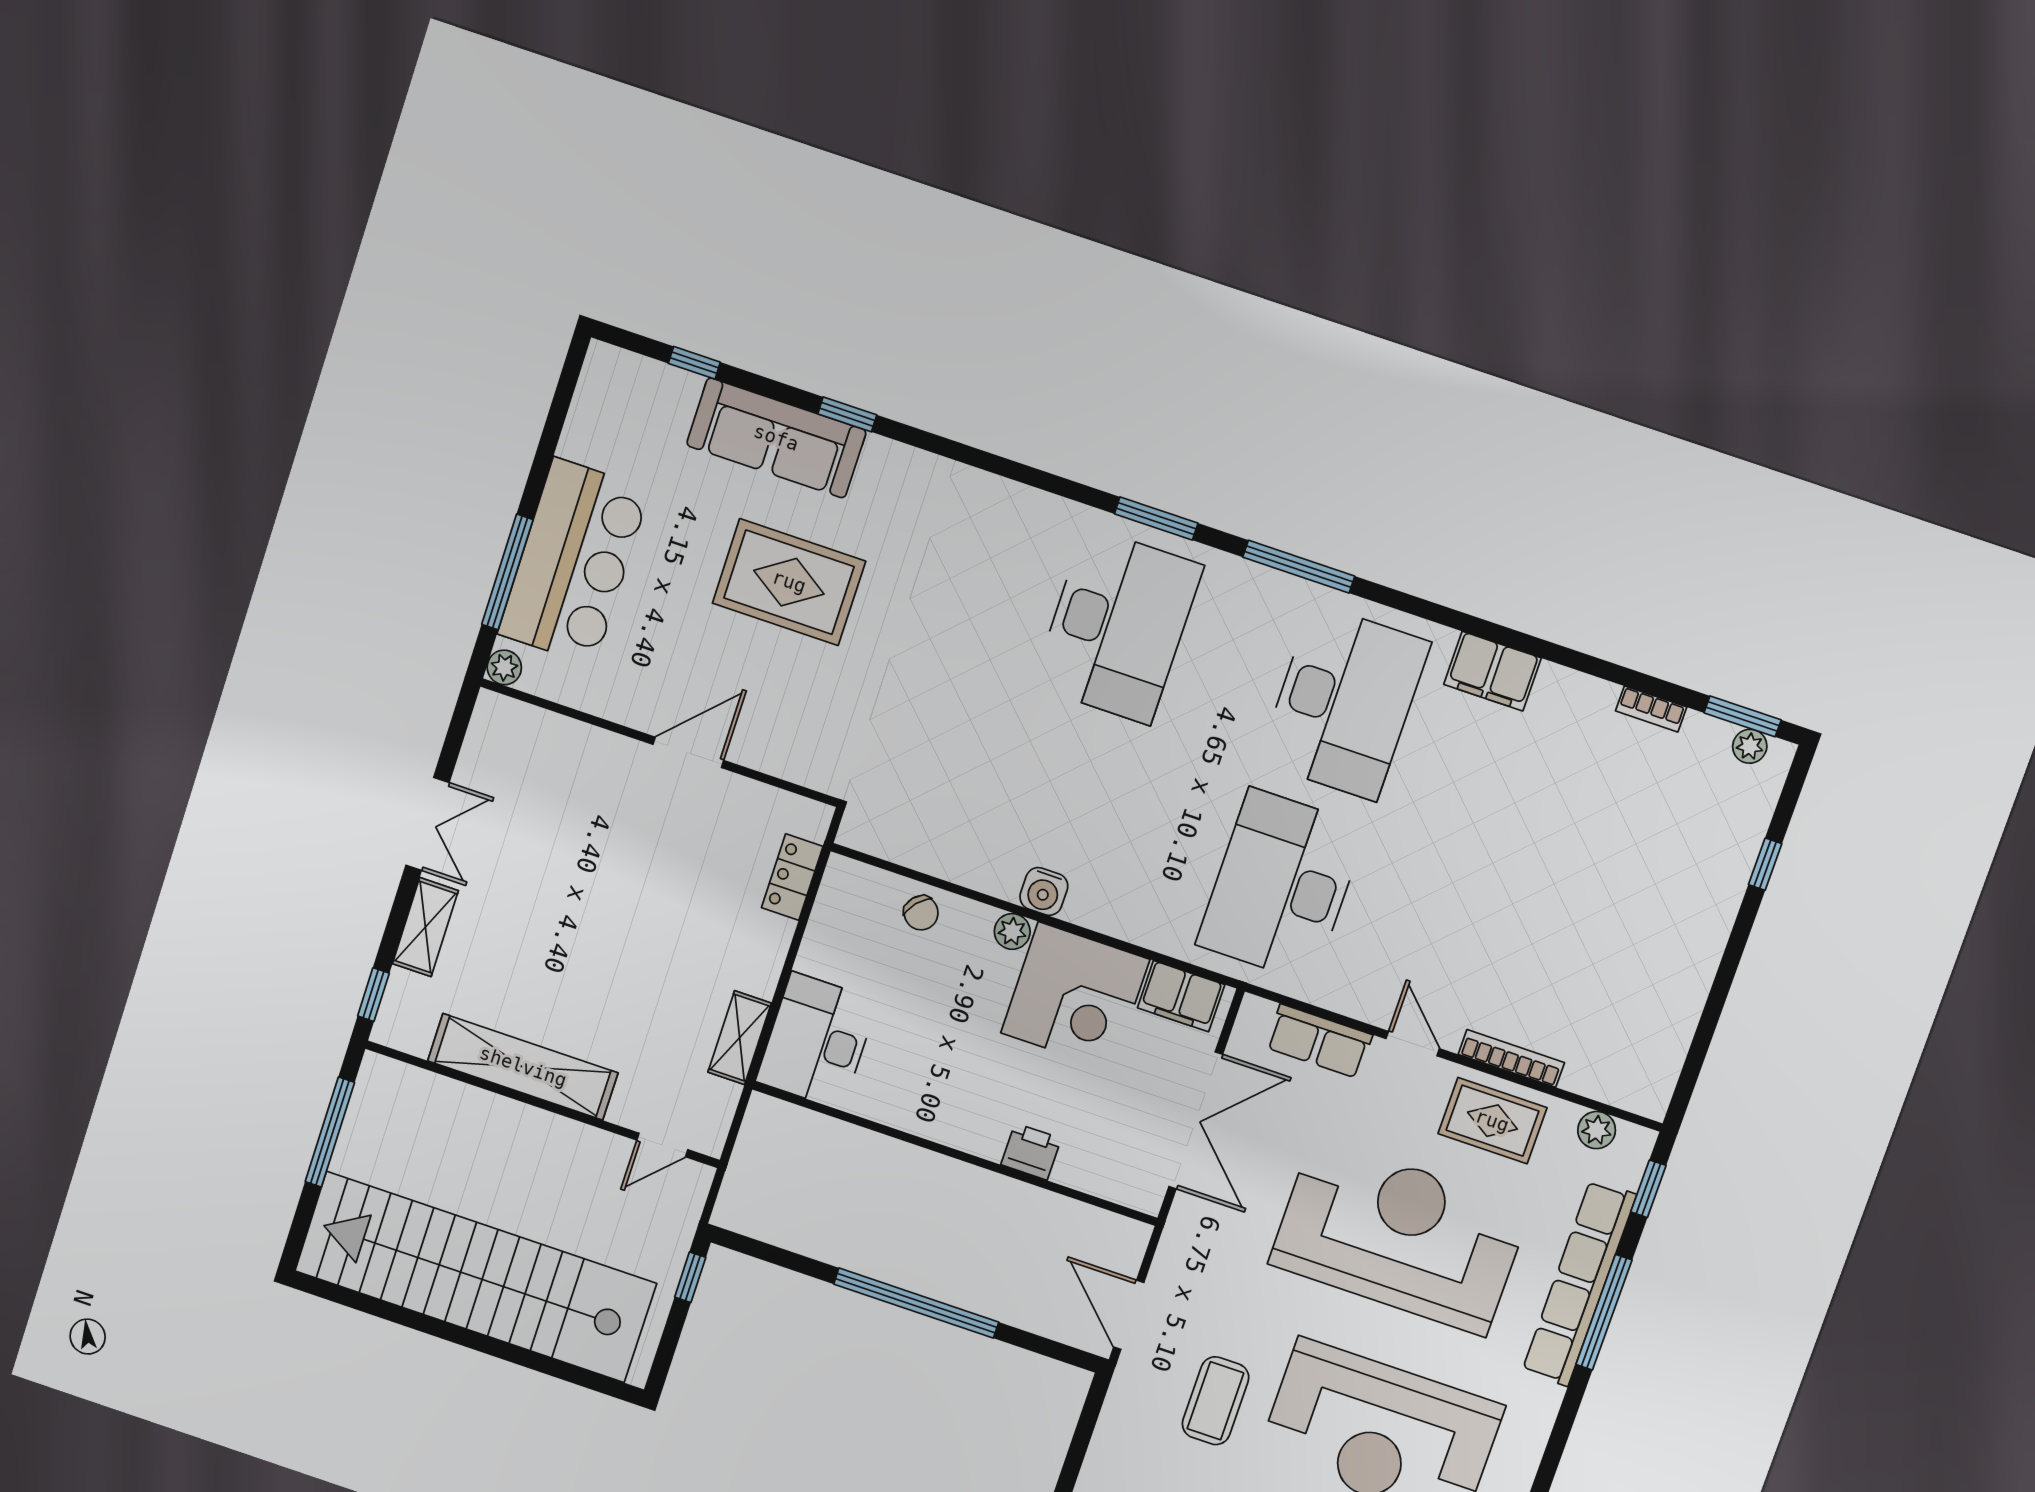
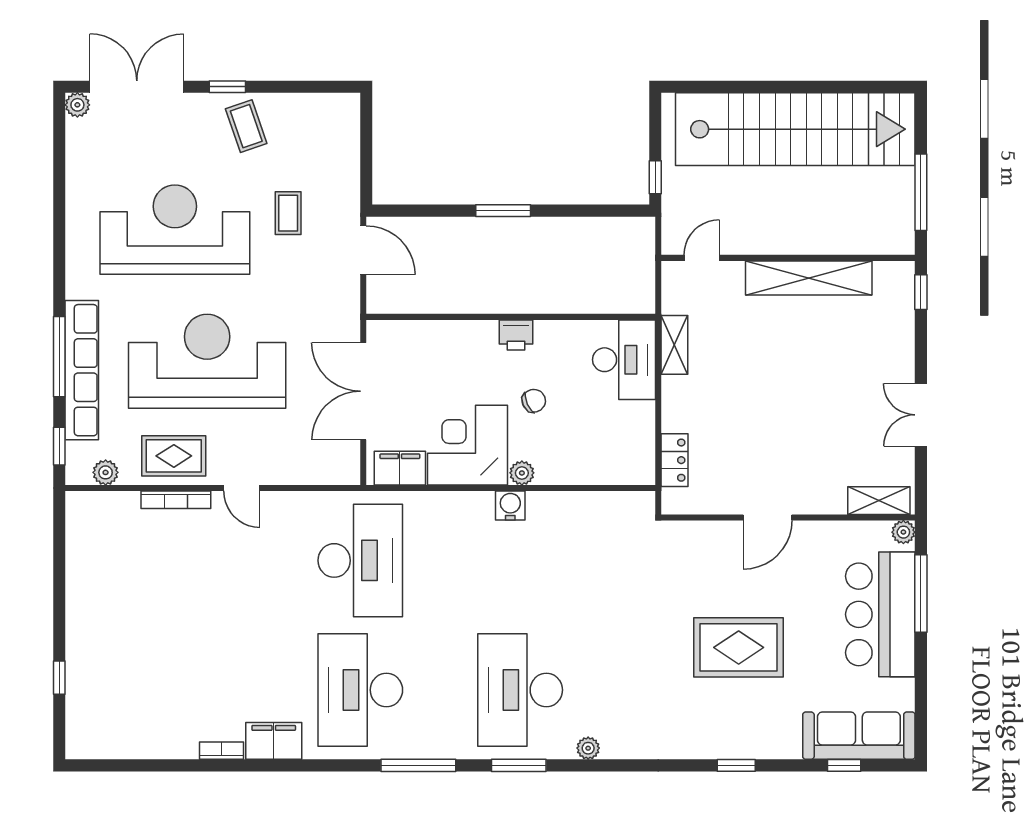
sofa: (776, 438) -> (859, 736), moved
bookcase: (1651, 709) -> (222, 751), moved
window: (1743, 716) -> (107, 765), removed
plant: (1750, 746) -> (588, 748), moved
chair: (921, 913) -> (534, 401), moved, turned 115
shelving: (425, 927) -> (879, 501), moved, turned 90
row of seats: (1319, 1041) -> (302, 469), removed
printer: (1031, 1152) -> (516, 335), moved
reception desk: (1399, 1236) -> (207, 361), turned 180
window: (916, 1303) -> (503, 211), width x0.47
coffee table: (1216, 1401) -> (288, 213), width x0.73, depth x0.77

